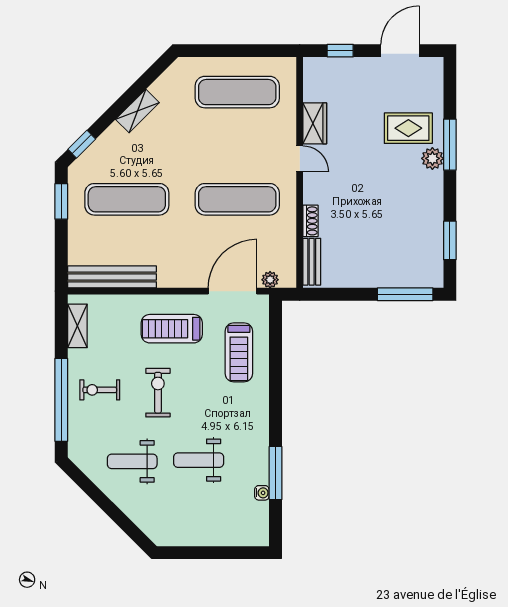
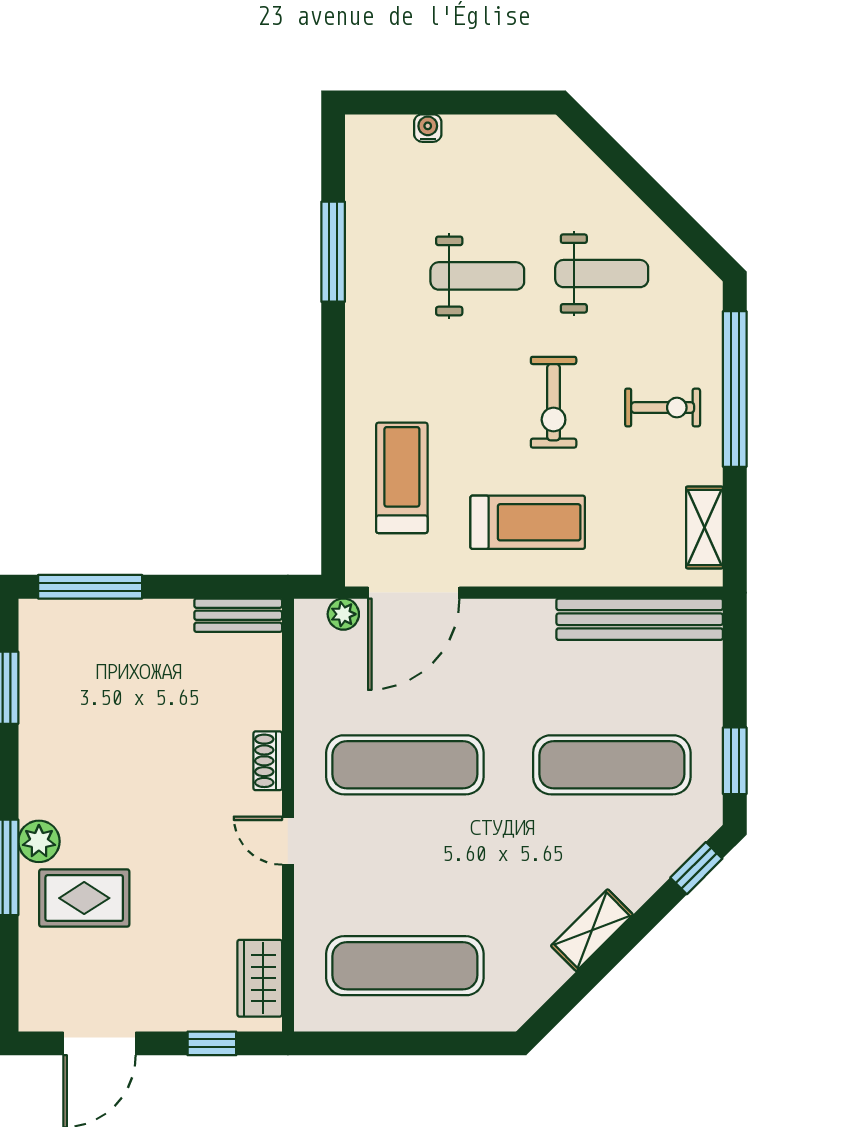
wardrobe: (315, 123) -> (260, 978), moved
shoe rack: (310, 221) -> (268, 761), moved
bench: (312, 262) -> (238, 615), moved, turned 90
water cooler: (262, 493) -> (428, 128), moved, turned 90

